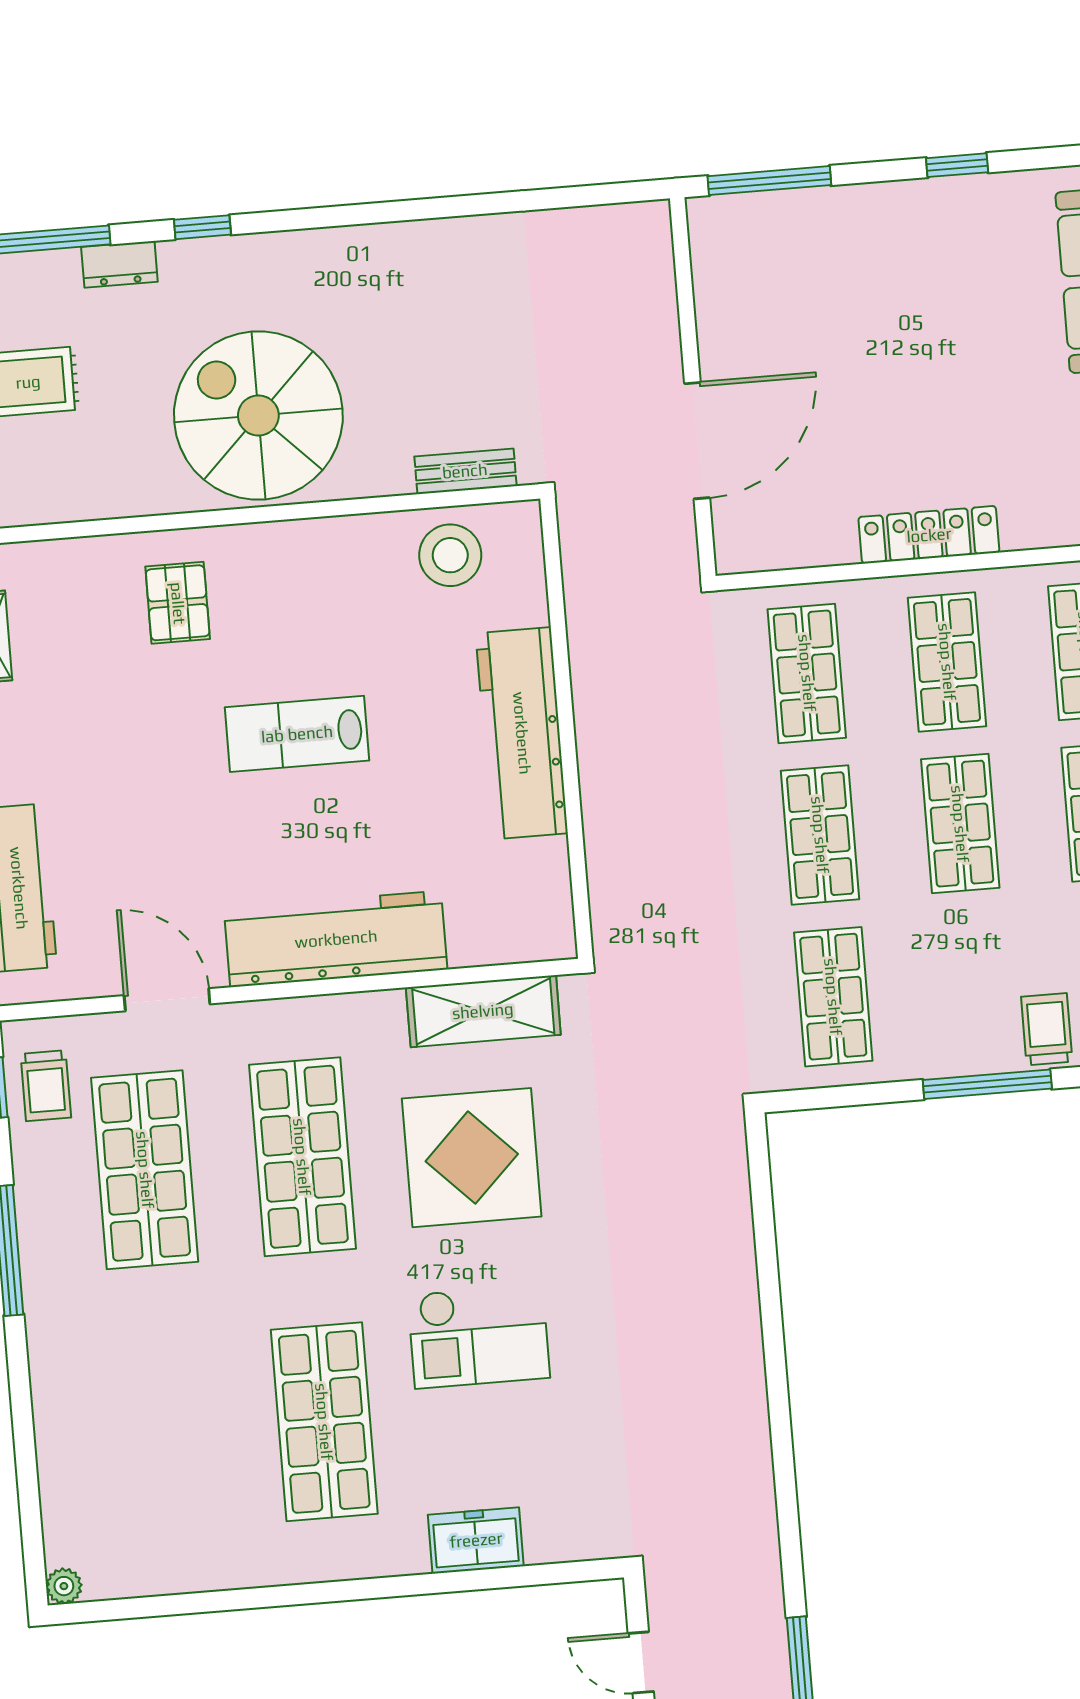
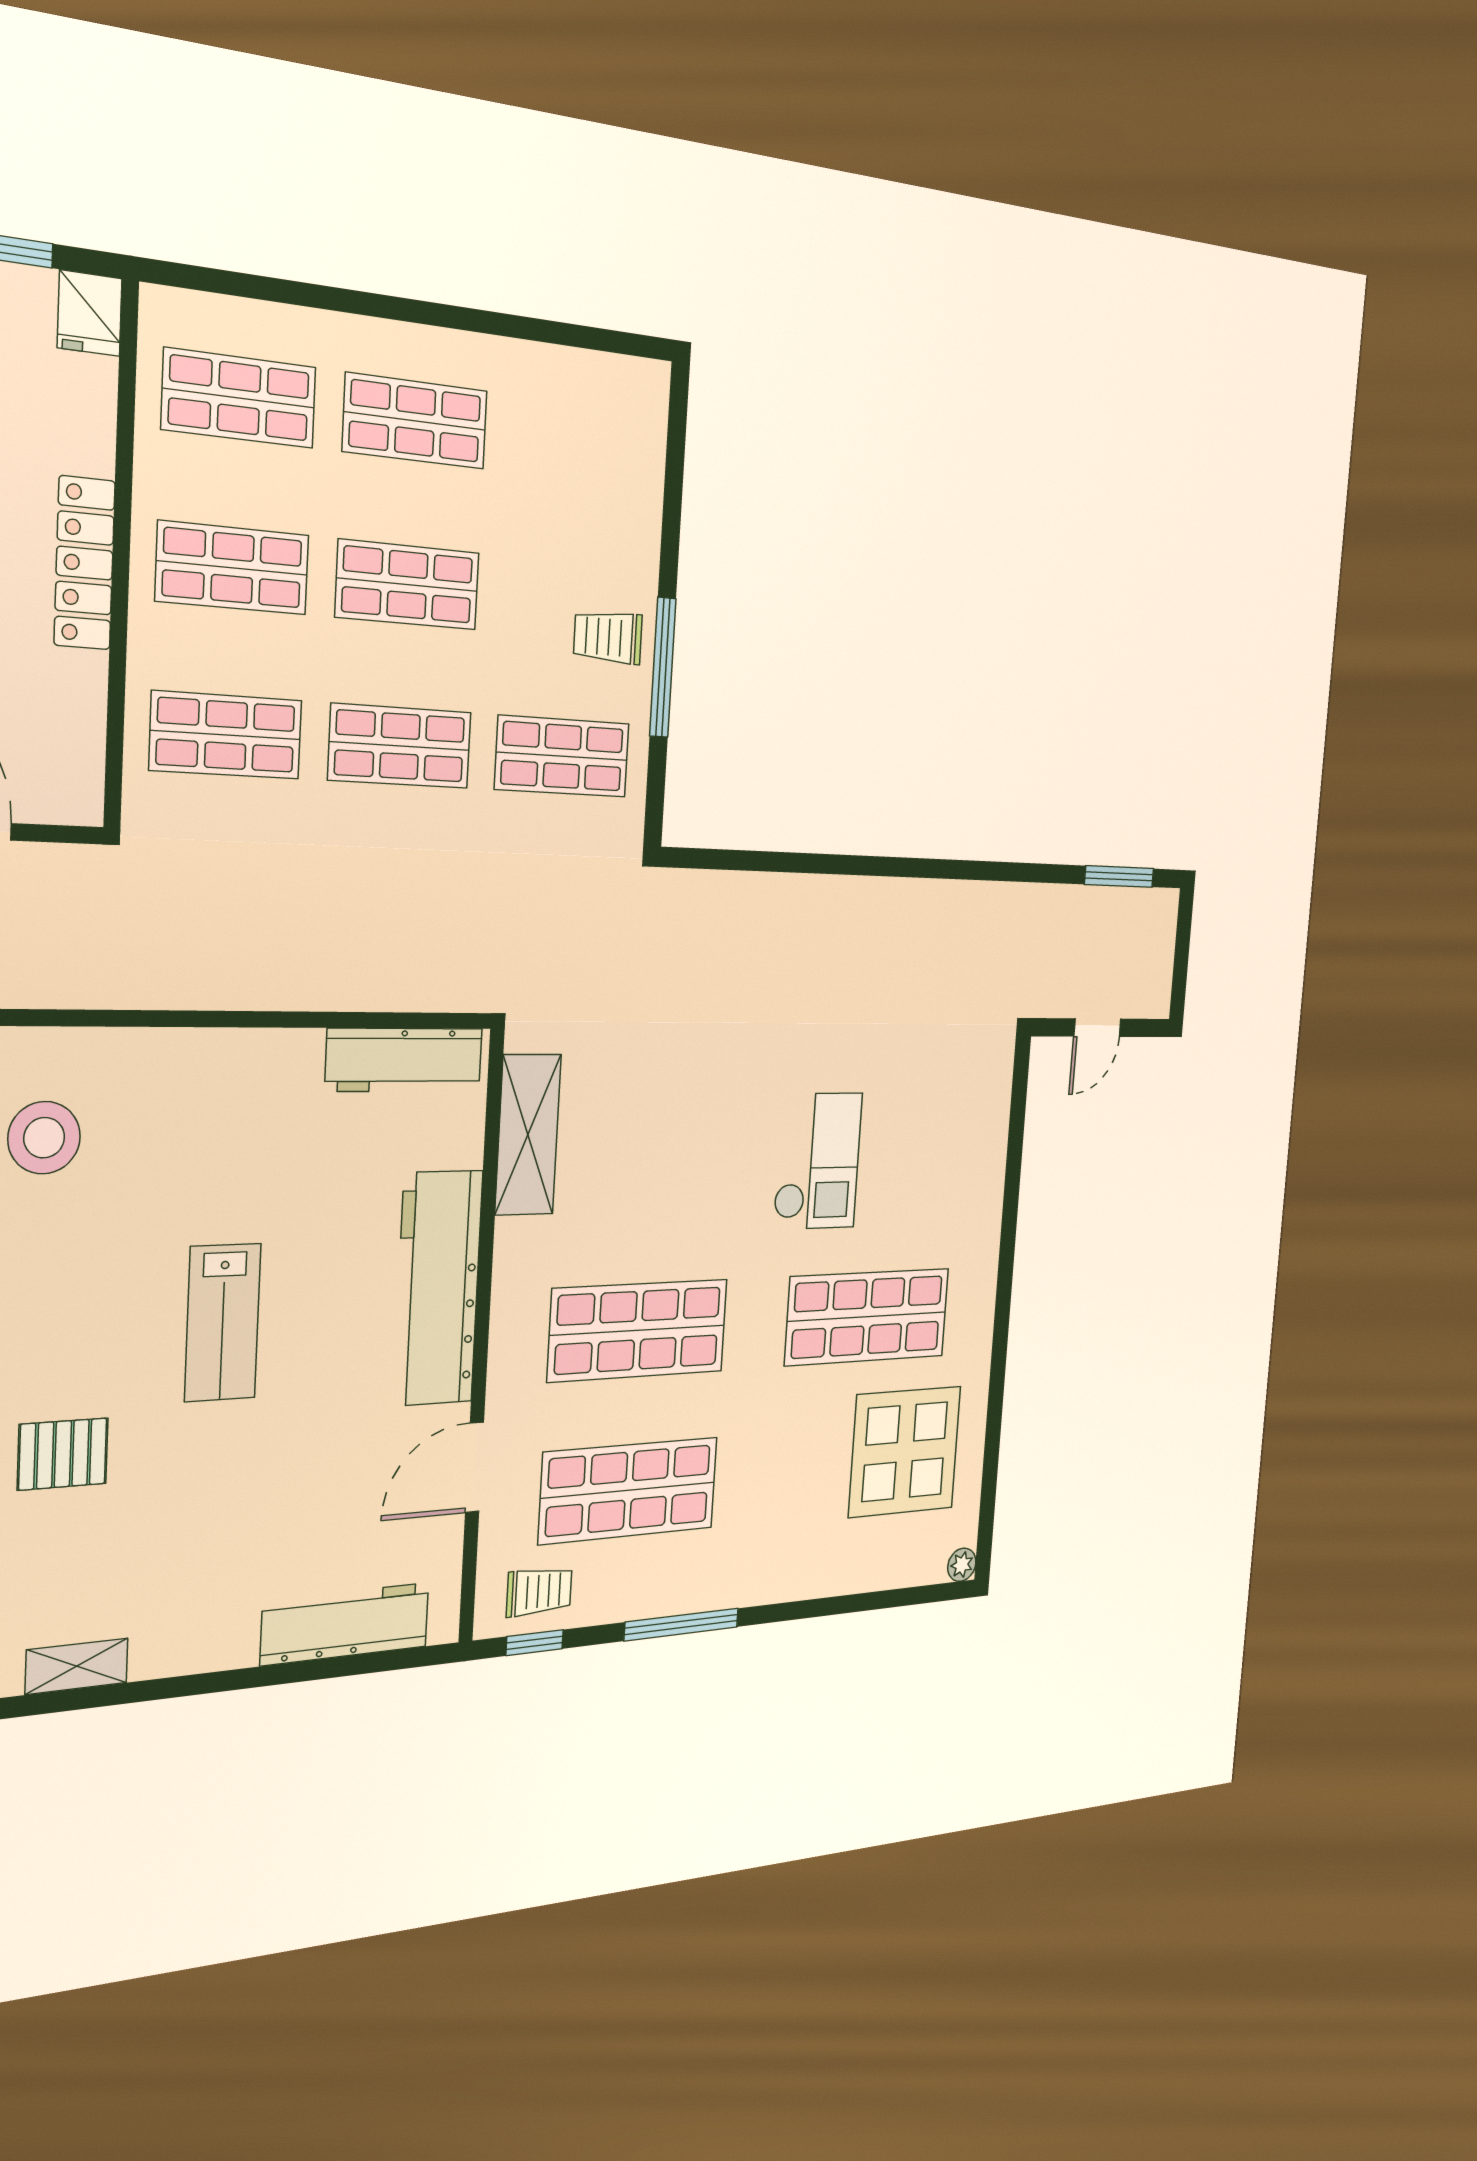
workbench: (522, 733) -> (404, 1060), moved, width x0.73, depth x0.76
trolley: (1047, 1029) -> (608, 637), moved
window: (987, 1084) -> (663, 667), moved
display table: (472, 1158) -> (905, 1452), moved
freezer: (476, 1540) -> (982, 1176), removed

